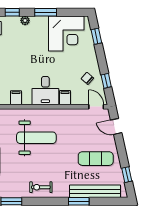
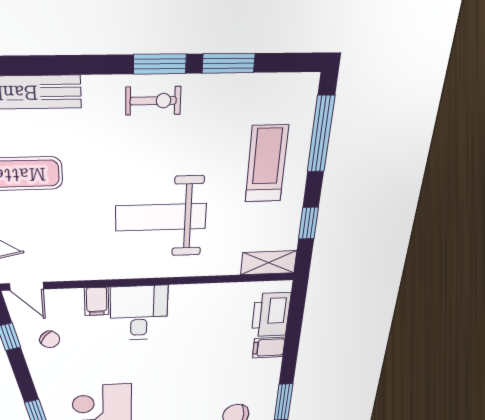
filing cabinet: (16, 98) -> (202, 297), removed
window: (79, 201) -> (160, 64), moved

